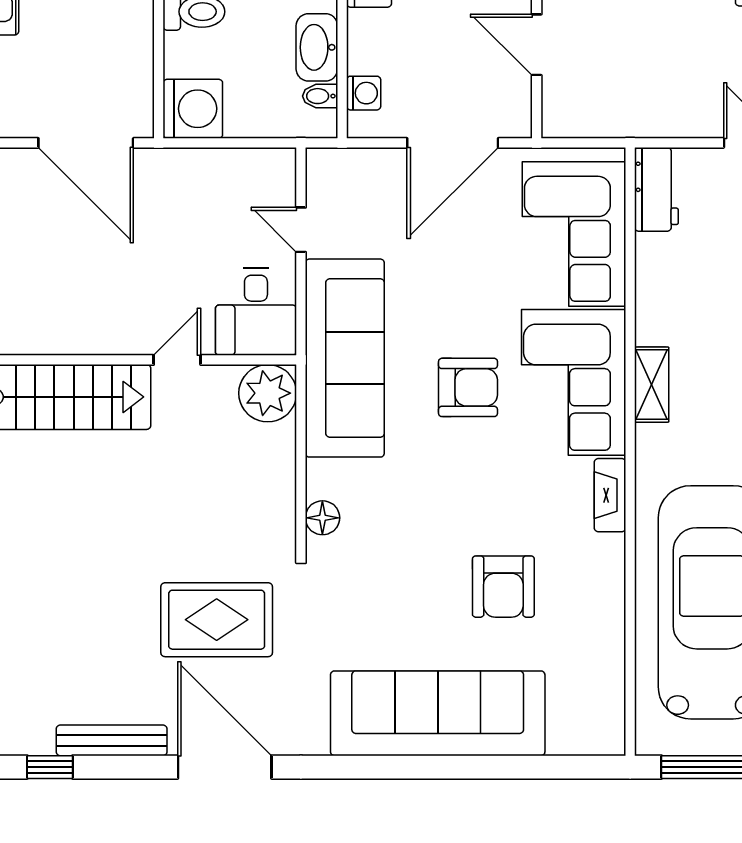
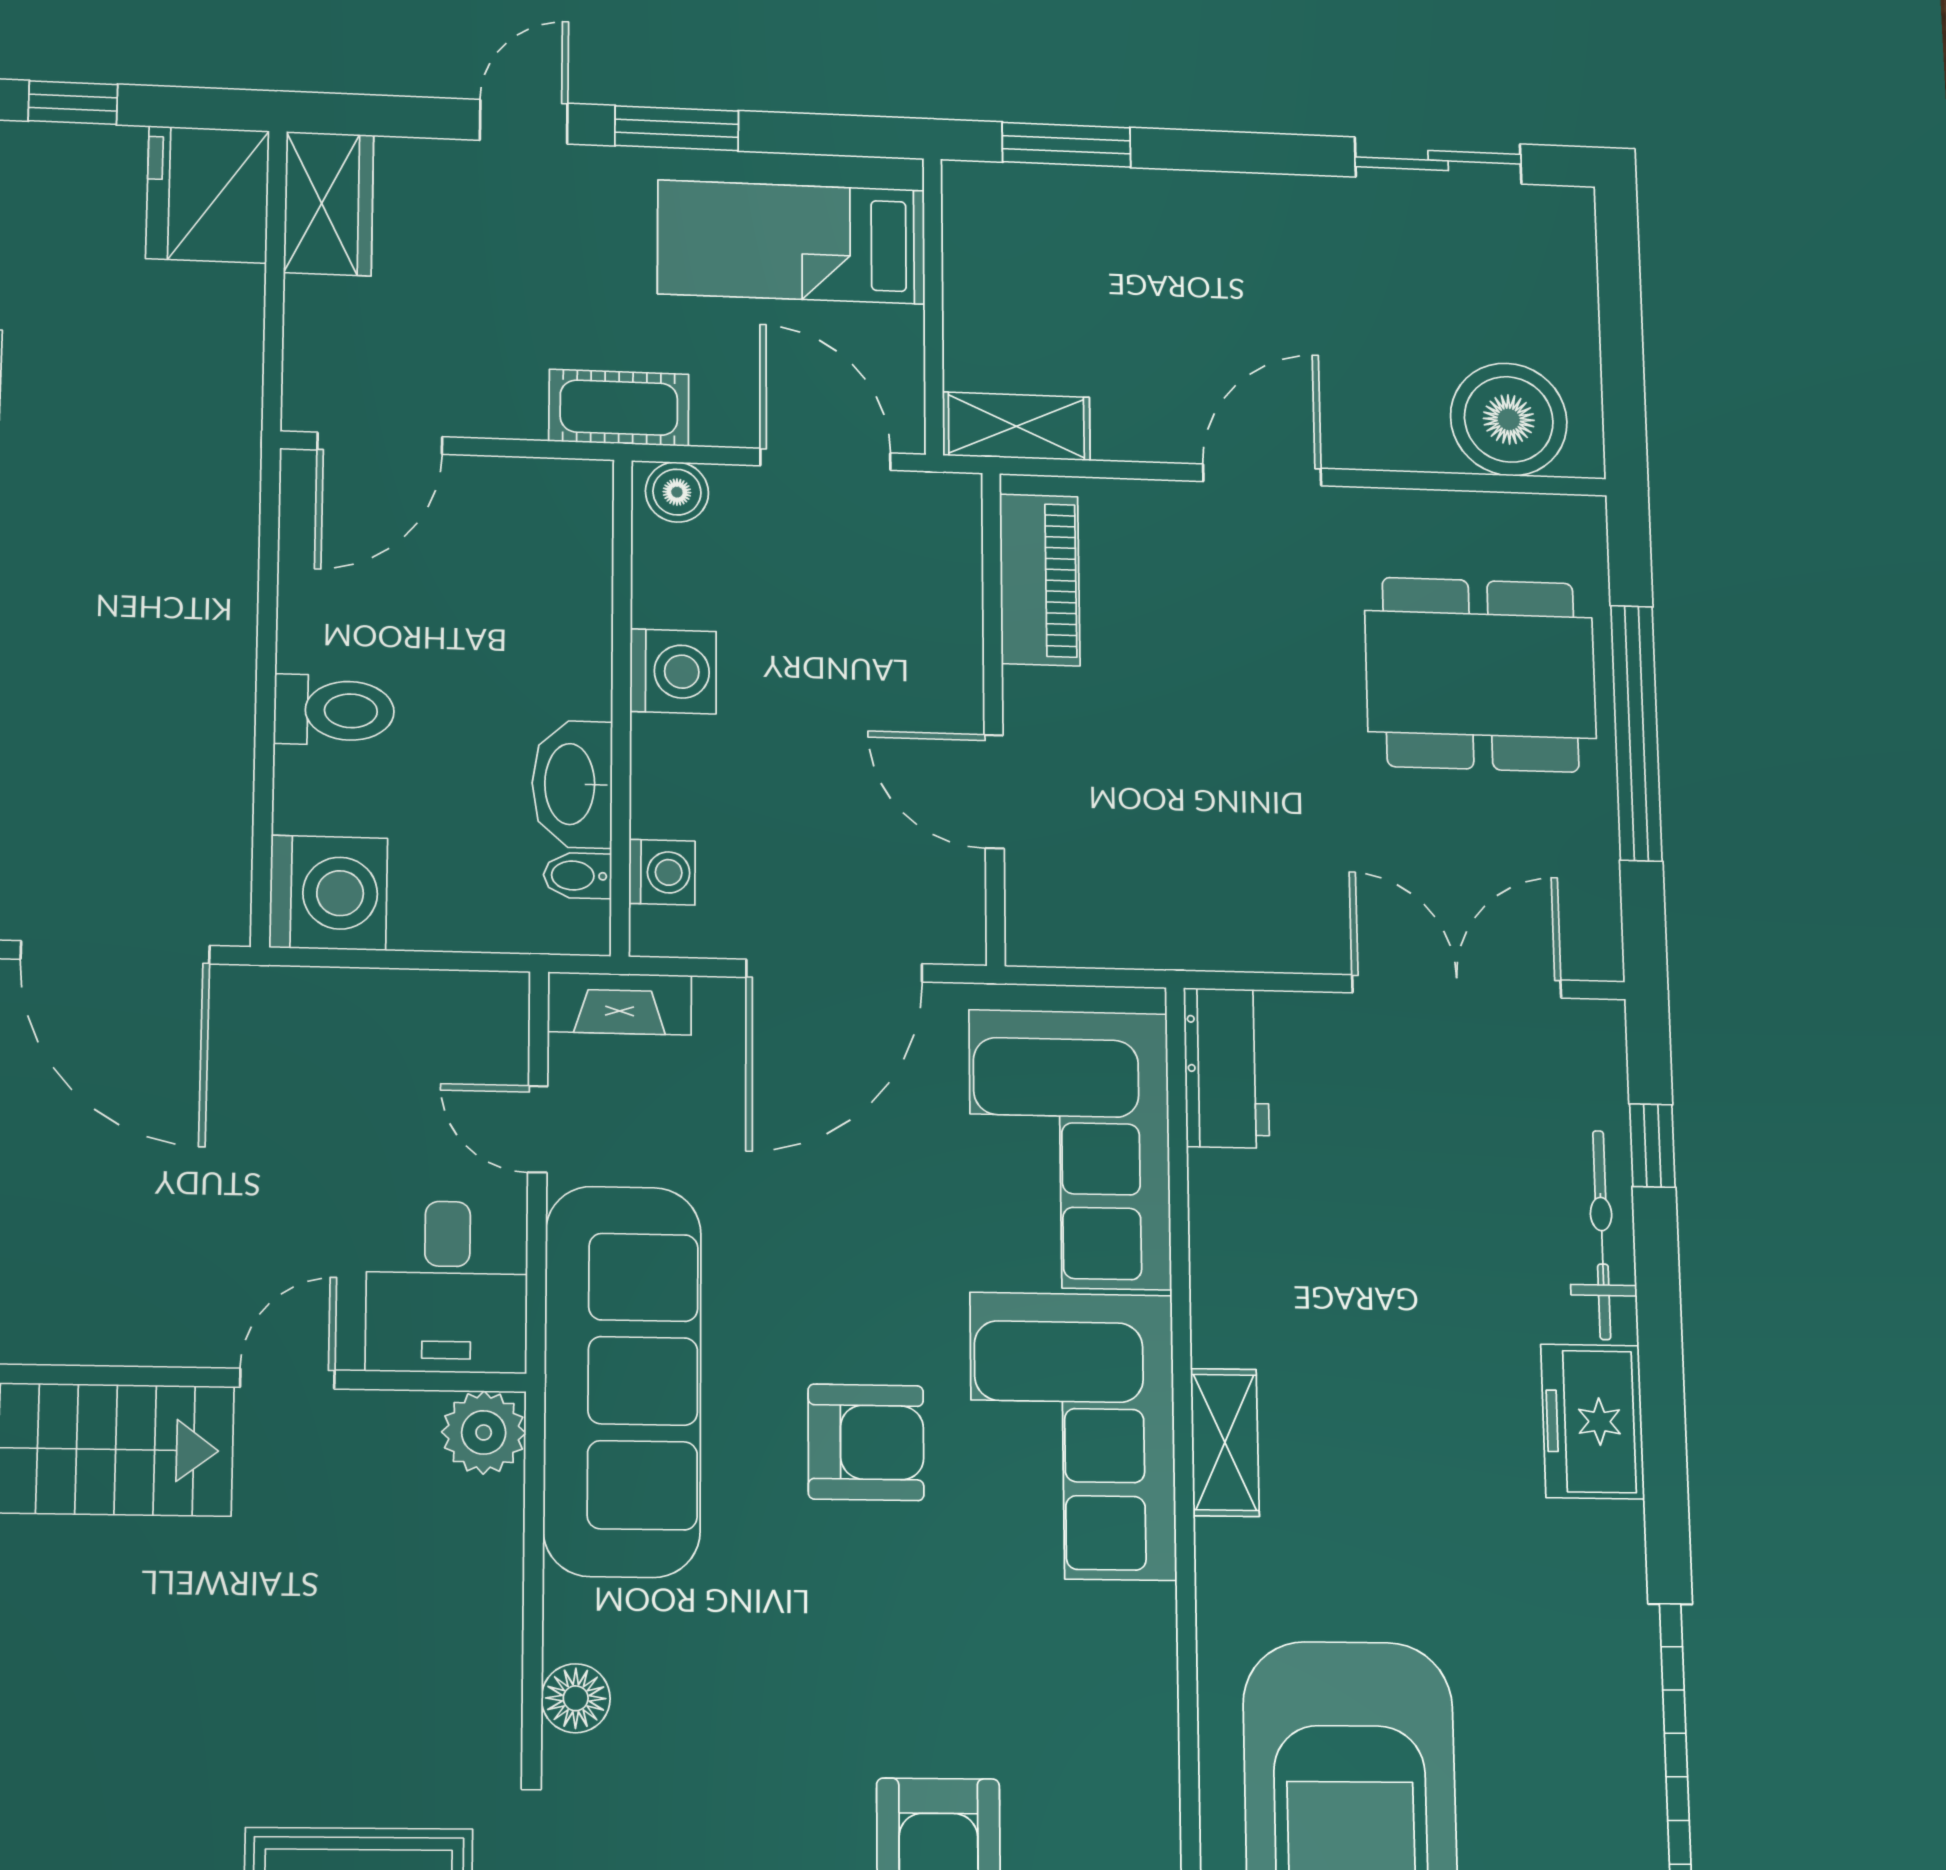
plant: (268, 393) -> (484, 1432), width x0.73, depth x0.73
fireplace: (610, 495) -> (620, 1004), moved, turned -90

